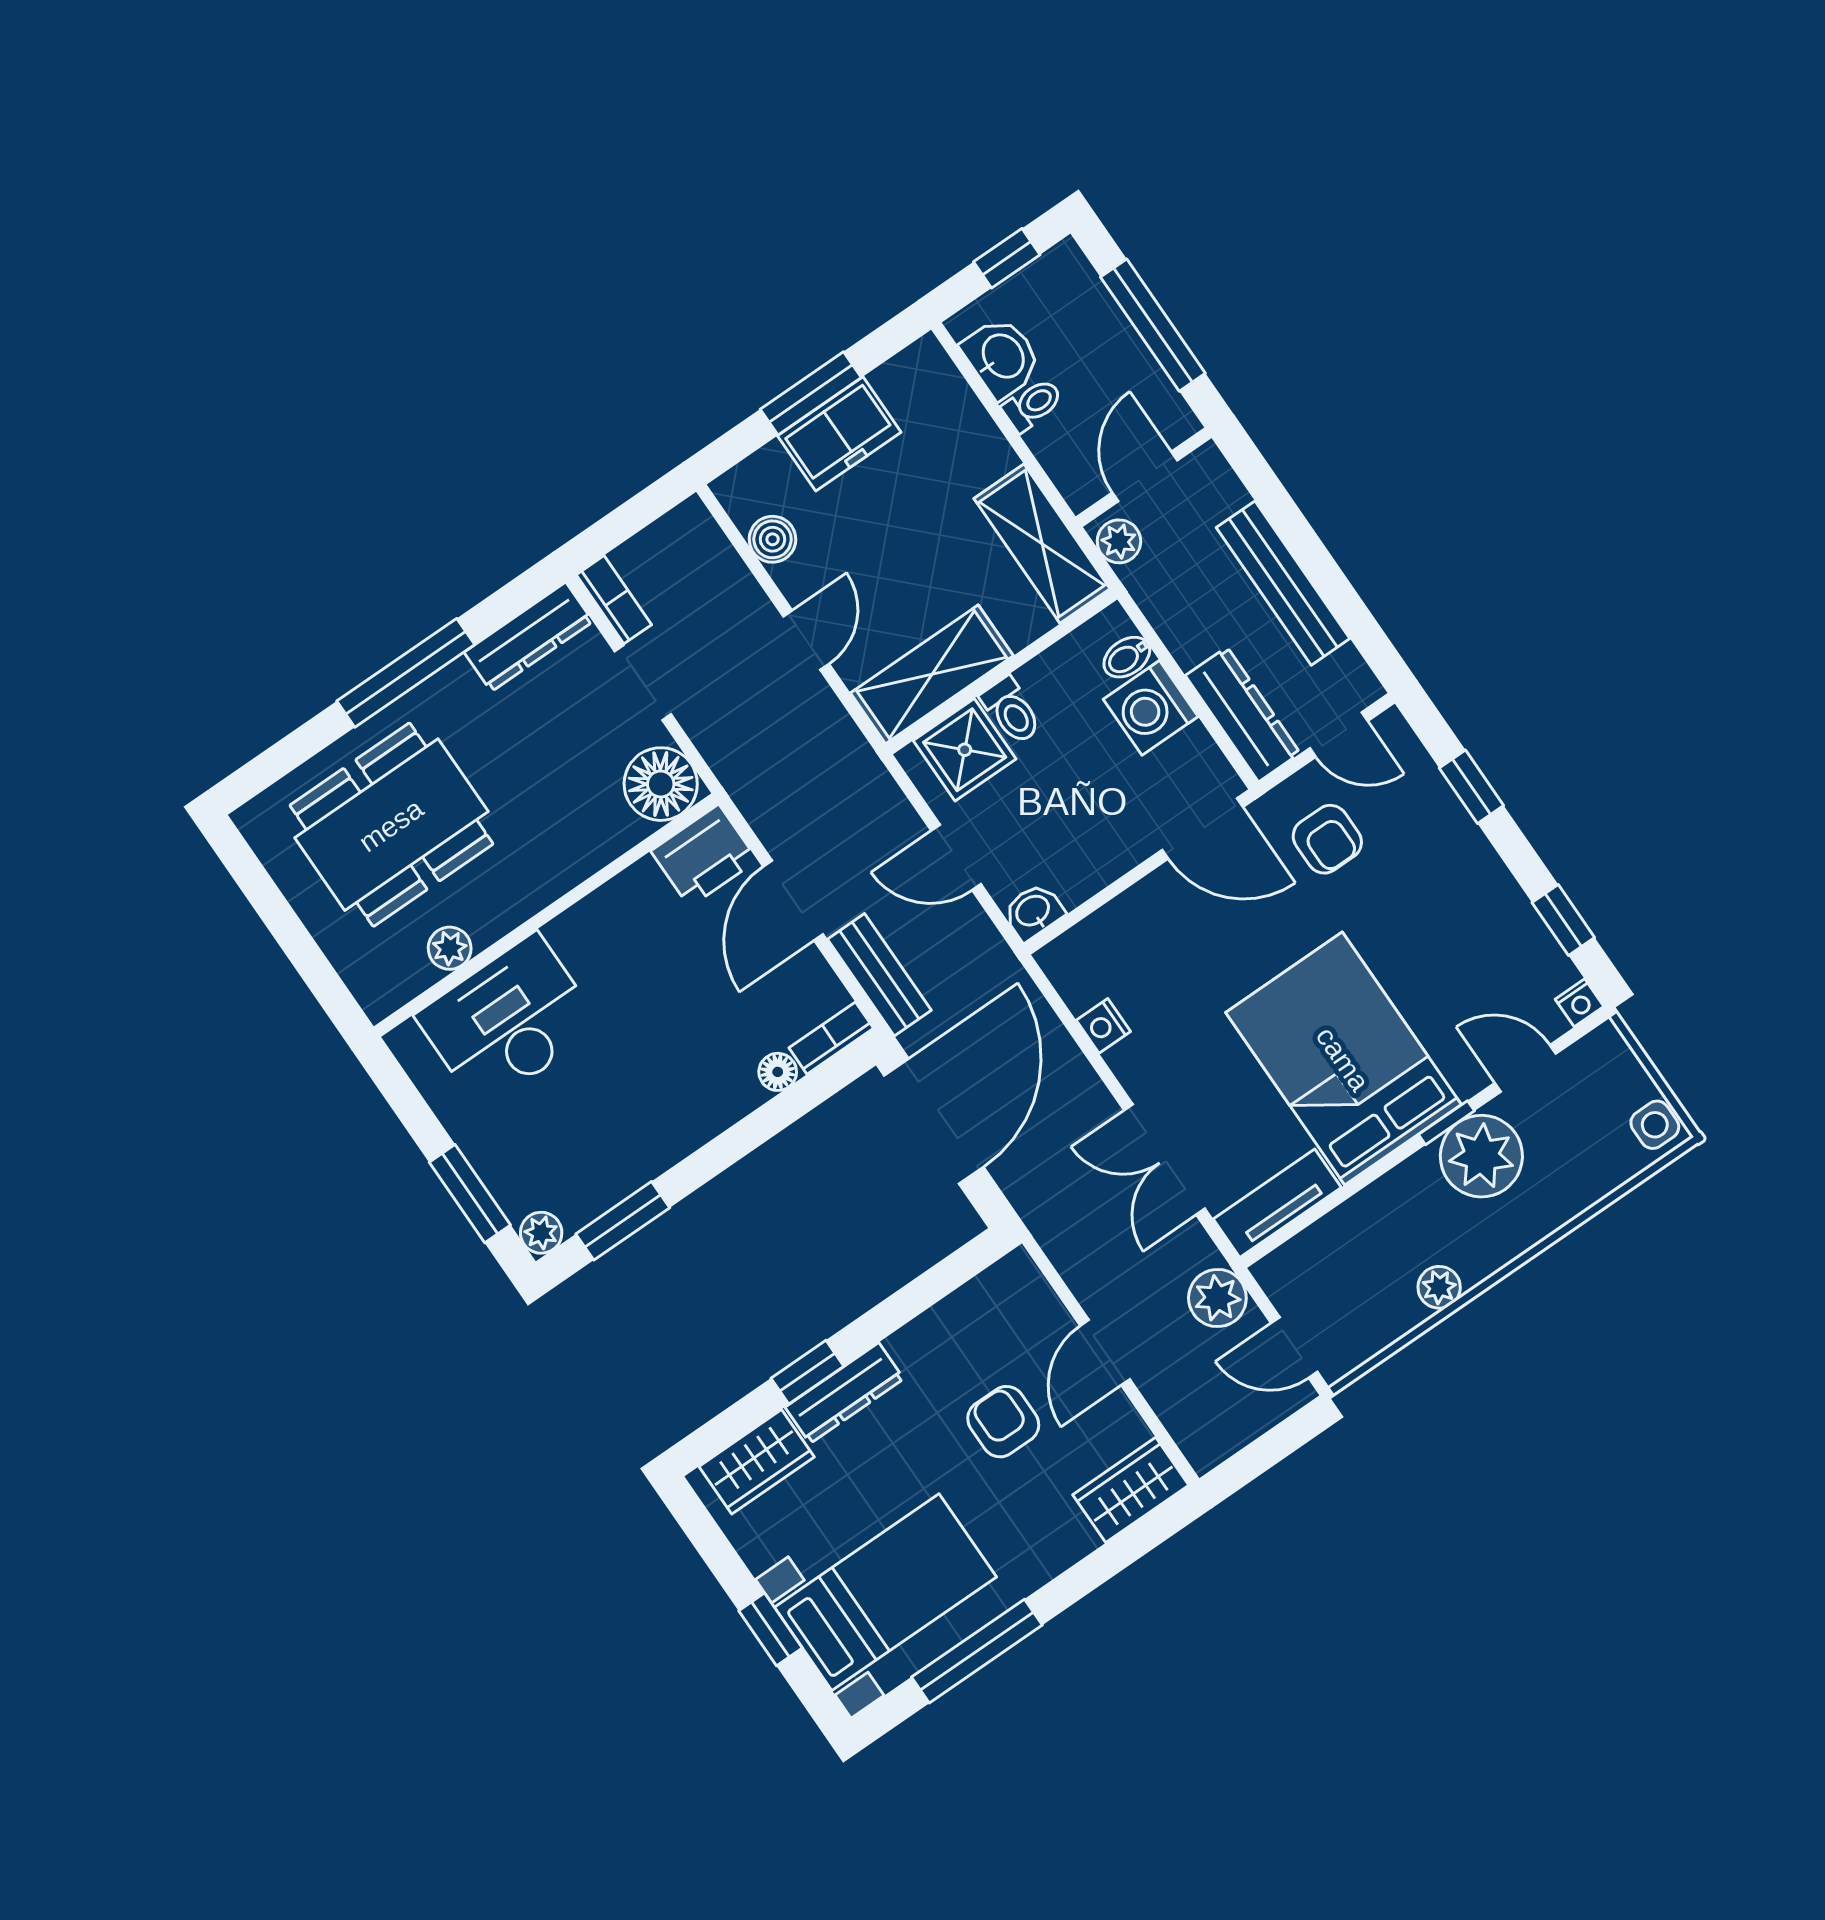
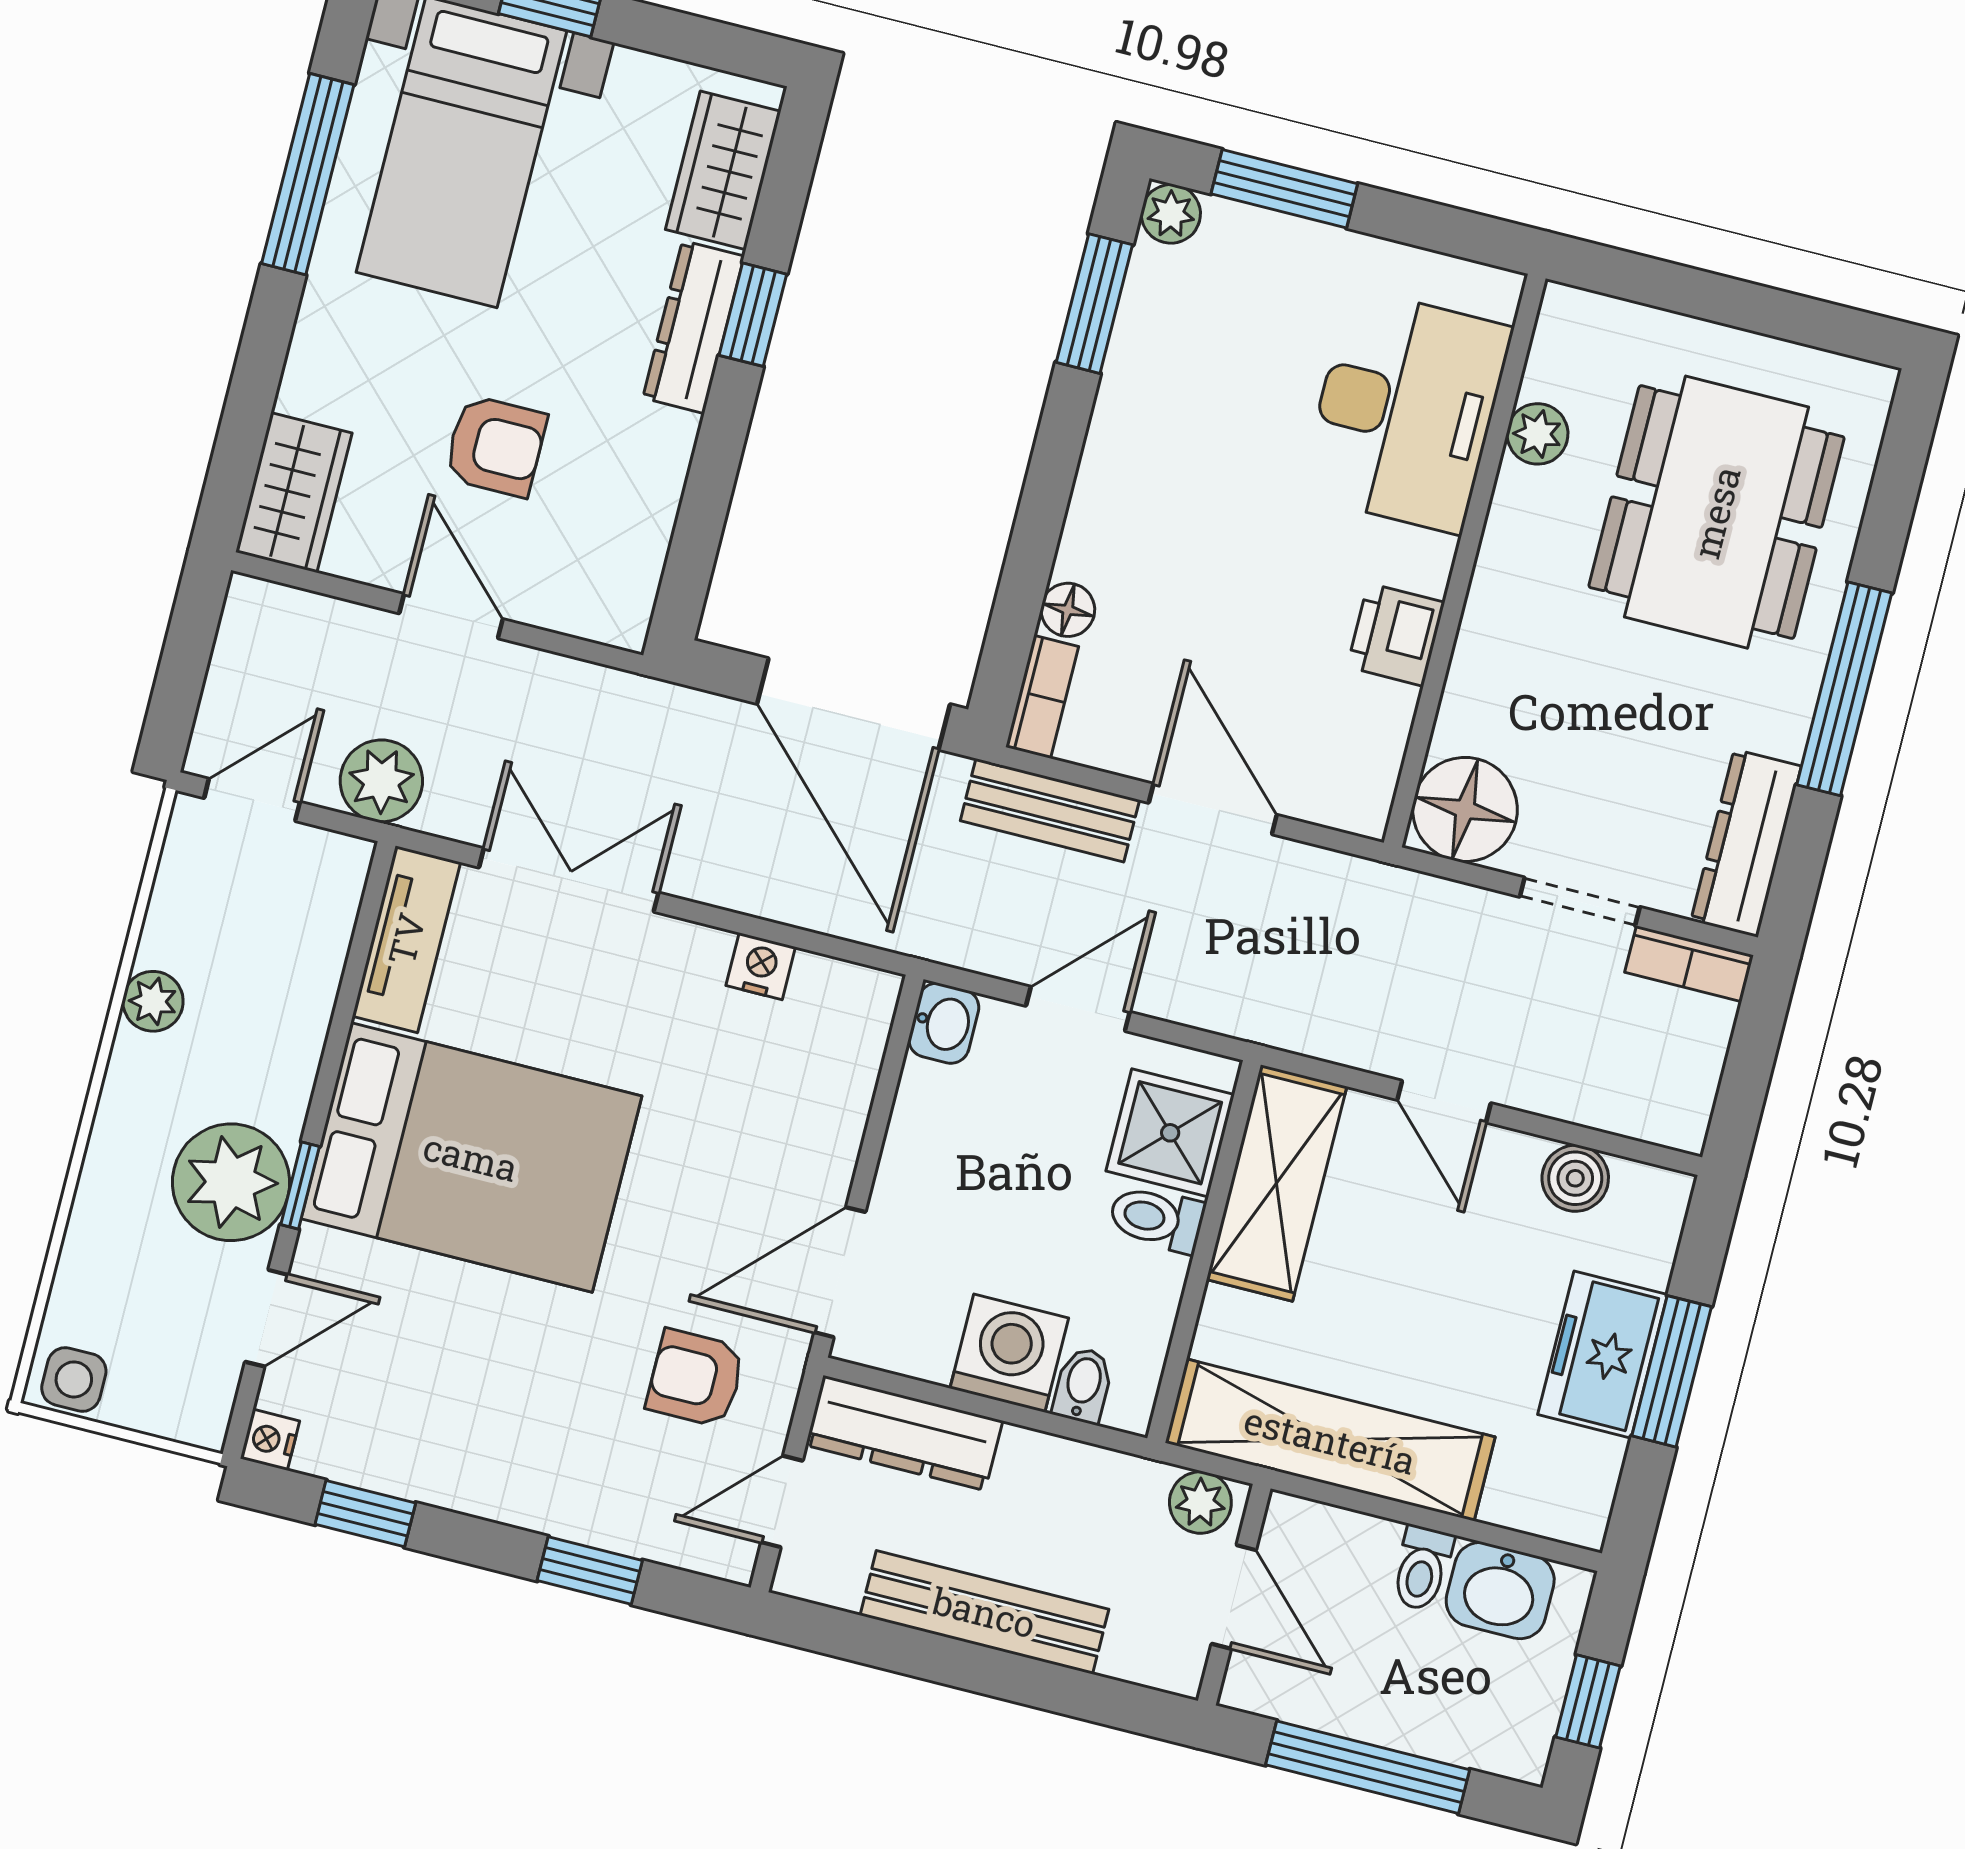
shelving: (1042, 544) -> (1330, 1440), width x1.47
printer: (704, 856) -> (1396, 635), moved, width x0.73, depth x0.81

